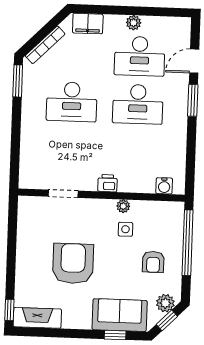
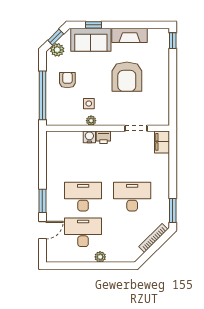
plant: (134, 23) -> (100, 257), moved
filing cabinet: (88, 24) -> (162, 142), moved, turned -90
water cooler: (164, 186) -> (89, 137), moved
fireplace: (37, 318) -> (130, 35), moved

